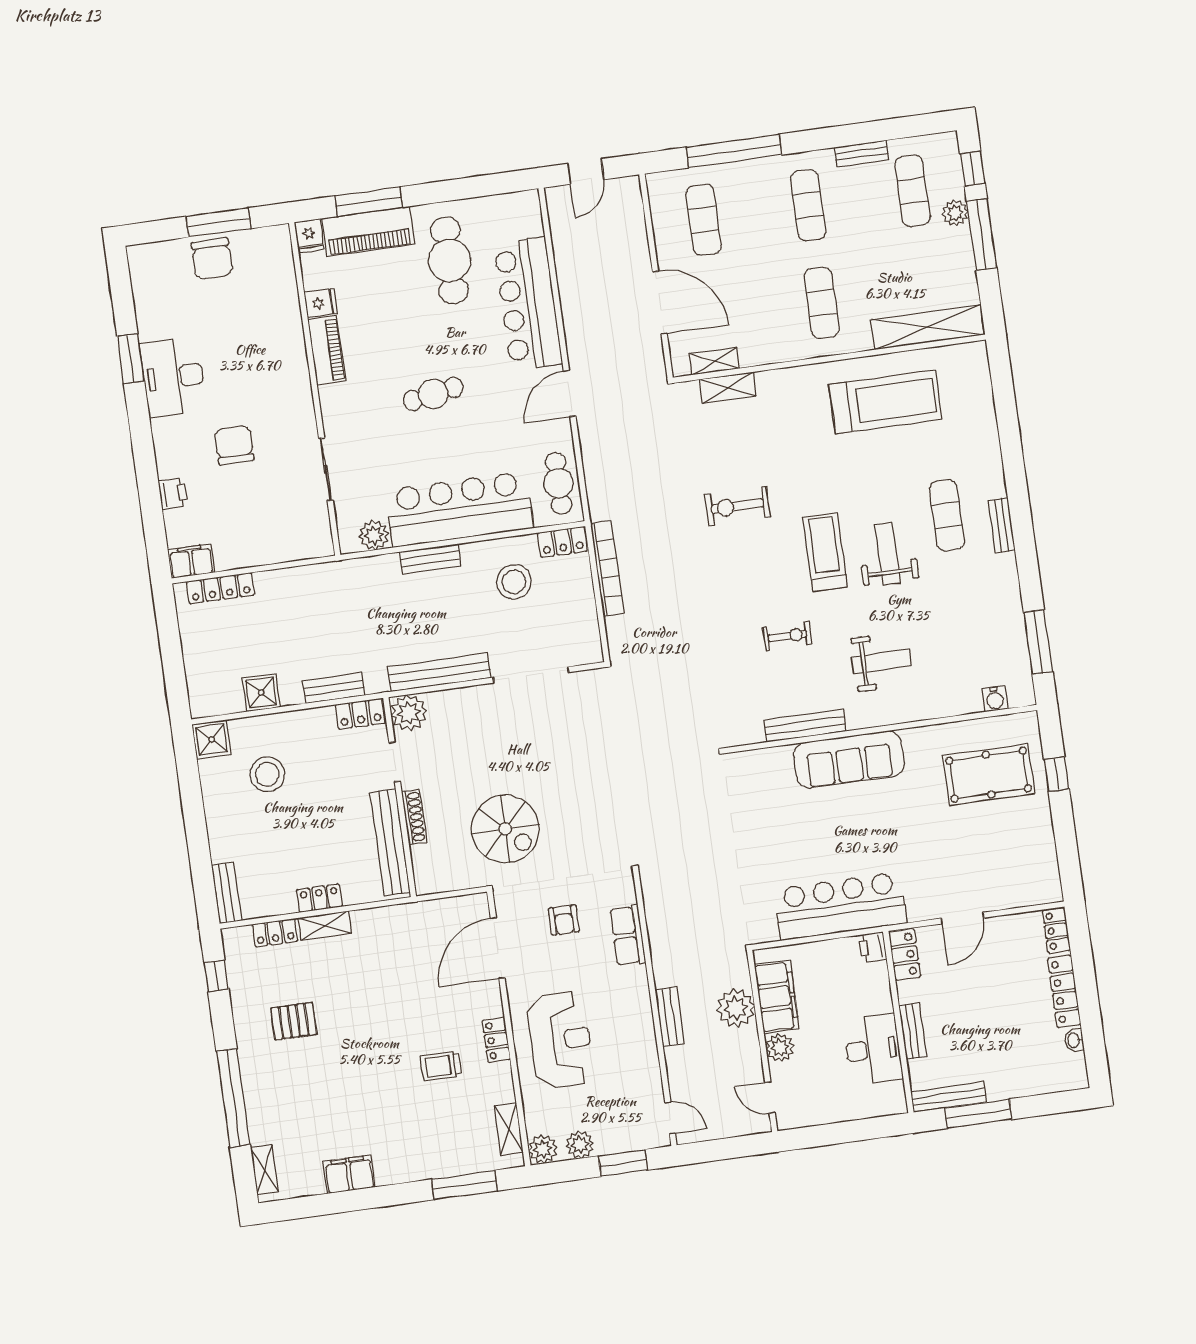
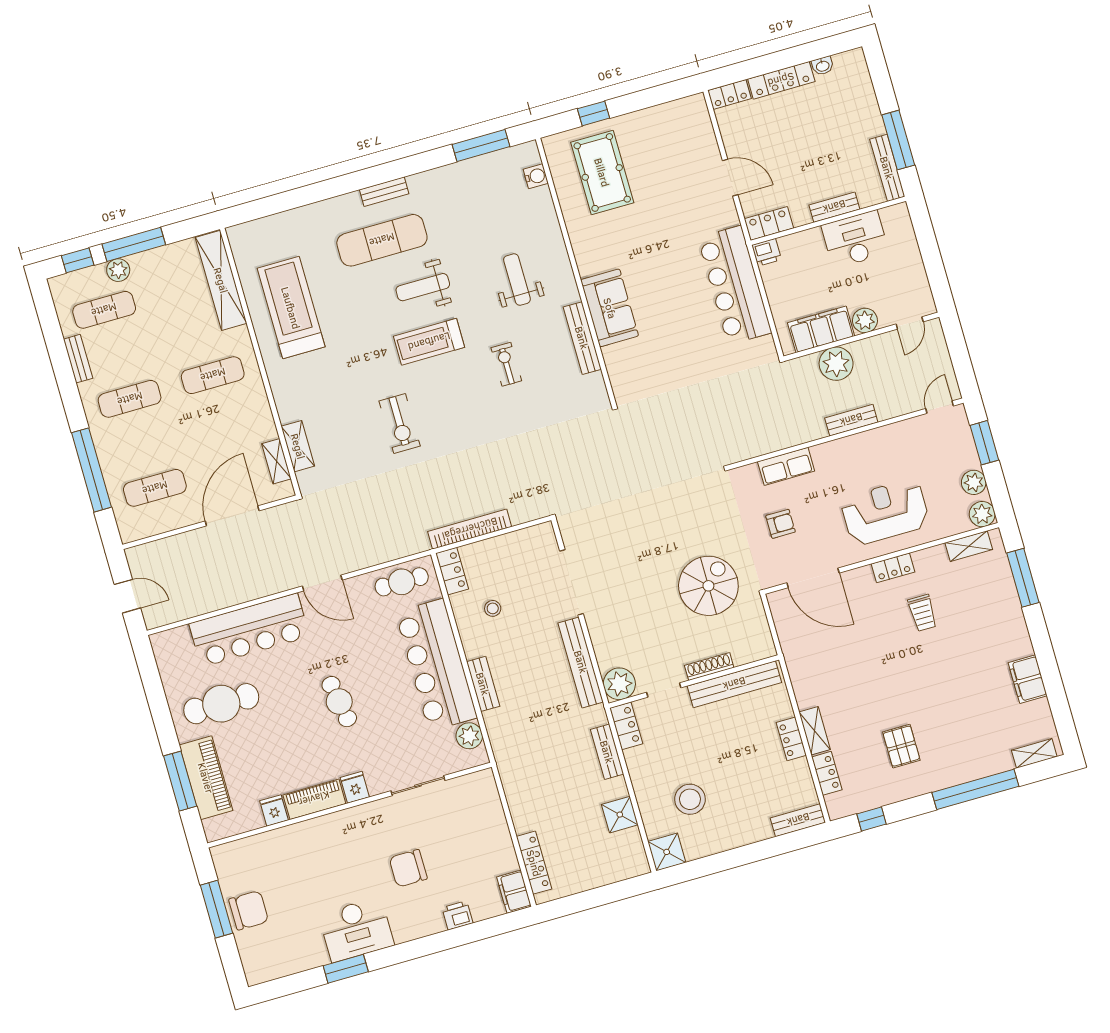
fridge: (309, 236) -> (355, 787), moved, turned -90
exercise mat: (947, 515) -> (382, 240), width x1.36, depth x1.45
stool: (514, 582) -> (493, 608), width x0.53, depth x0.53
sofa: (849, 759) -> (610, 308), width x0.73

